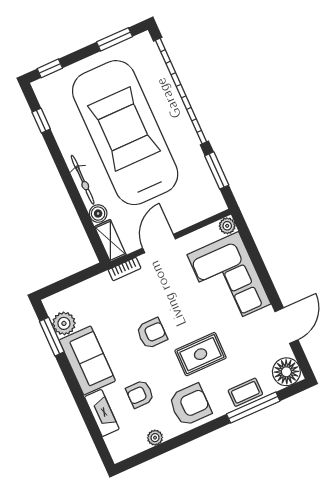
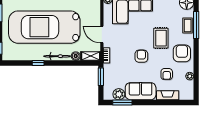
window: (41, 121) -> (38, 63), moved
window: (81, 276) -> (101, 77), added

